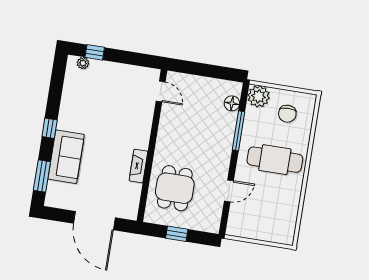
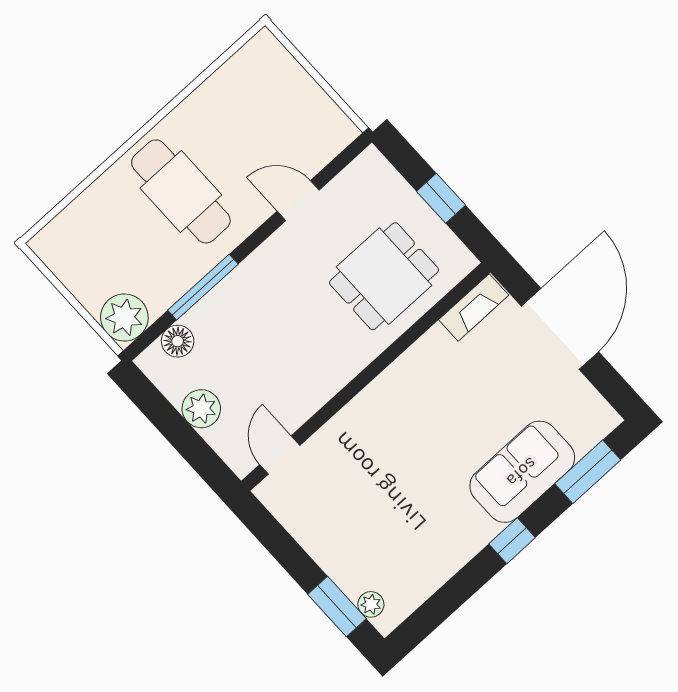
window: (95, 52) -> (337, 607), width x1.50
plant: (203, 85) -> (201, 409), added
chair: (287, 114) -> (100, 251), removed
fireplace: (138, 166) -> (474, 307), moved

